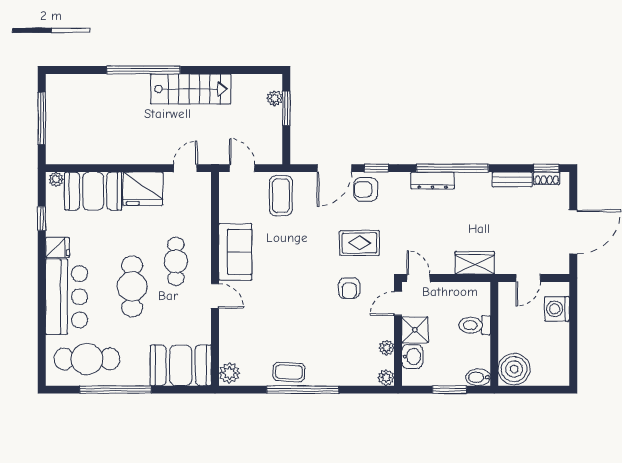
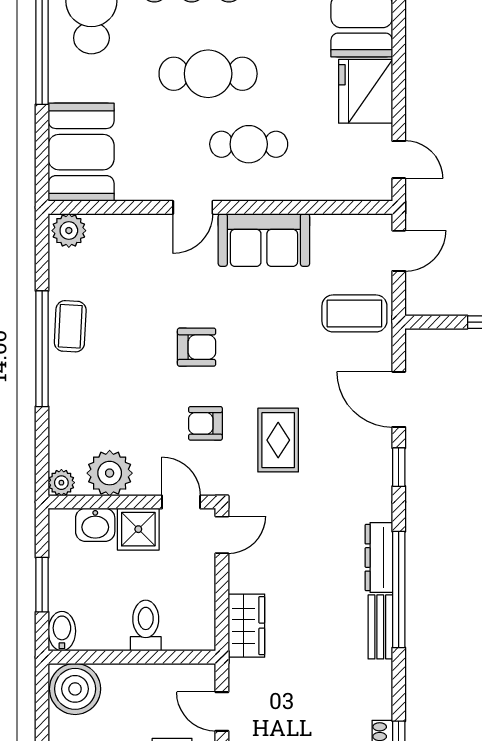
bench: (512, 180) -> (380, 627), moved
armchair: (366, 189) -> (197, 347), moved, turned 90
plant: (387, 348) -> (110, 473), width x1.88, depth x1.88

